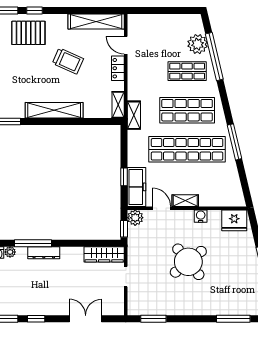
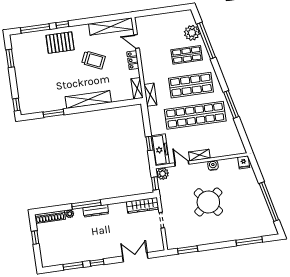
fridge: (234, 220) -> (244, 162), width x0.53, depth x0.75

